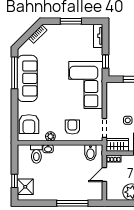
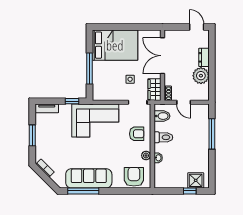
armchair: (29, 124) -> (134, 177), turned -90
armchair: (72, 127) -> (137, 134), turned 180
toilet: (36, 154) -> (163, 137), moved

